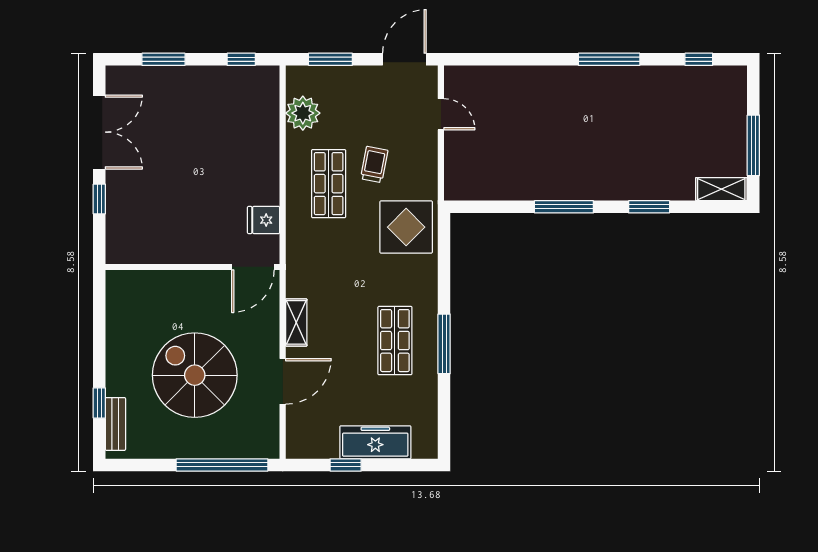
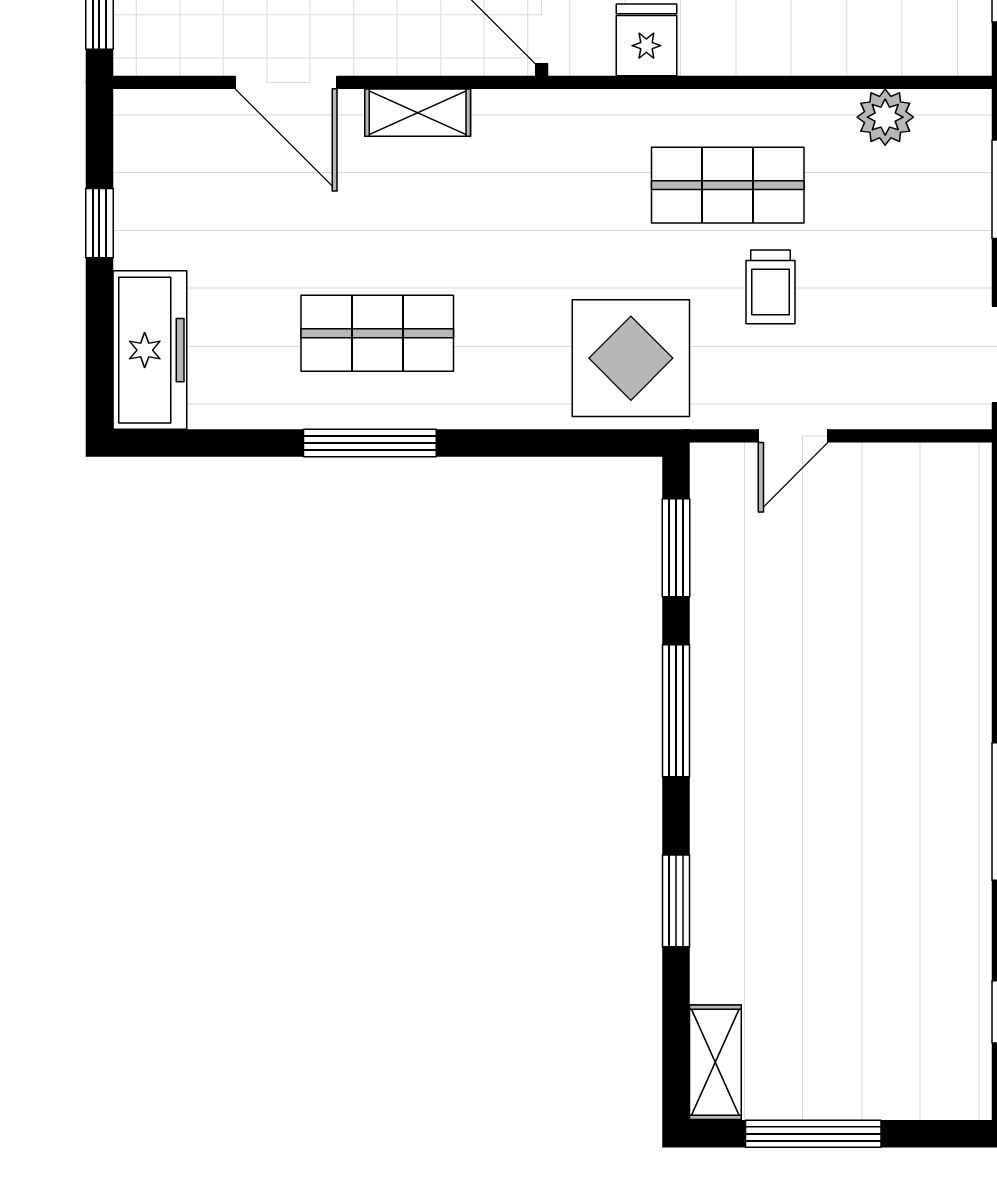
plant: (303, 113) -> (885, 117), width x0.73, depth x0.73
door: (441, 114) -> (793, 436), moved
trolley: (374, 164) -> (771, 287), turned 79
window: (491, 207) -> (676, 548), added
freezer: (375, 442) -> (150, 350), moved

